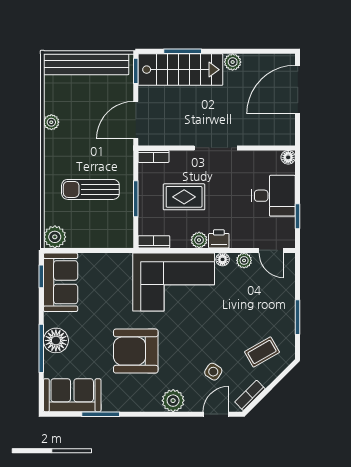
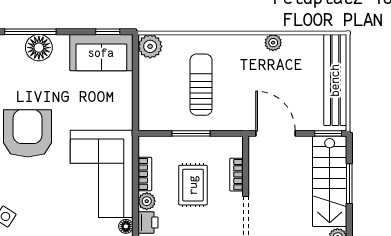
bookcase: (154, 156) -> (236, 175), moved
bookcase: (154, 242) -> (145, 174), moved

